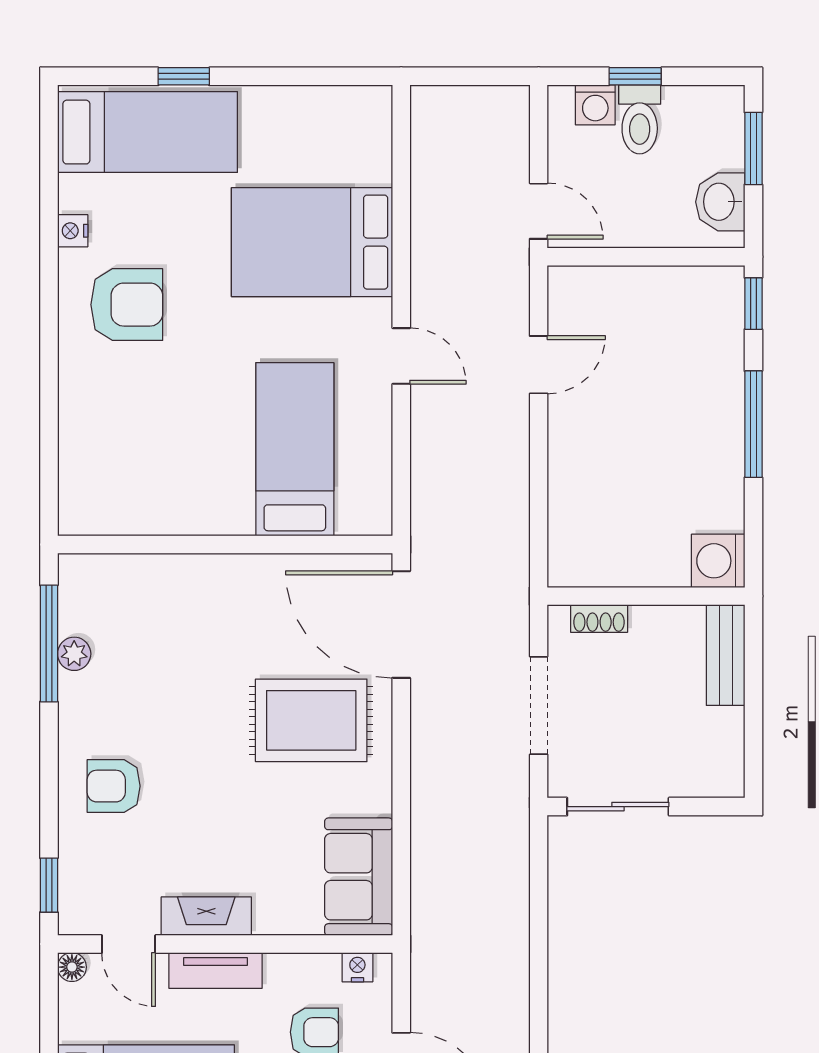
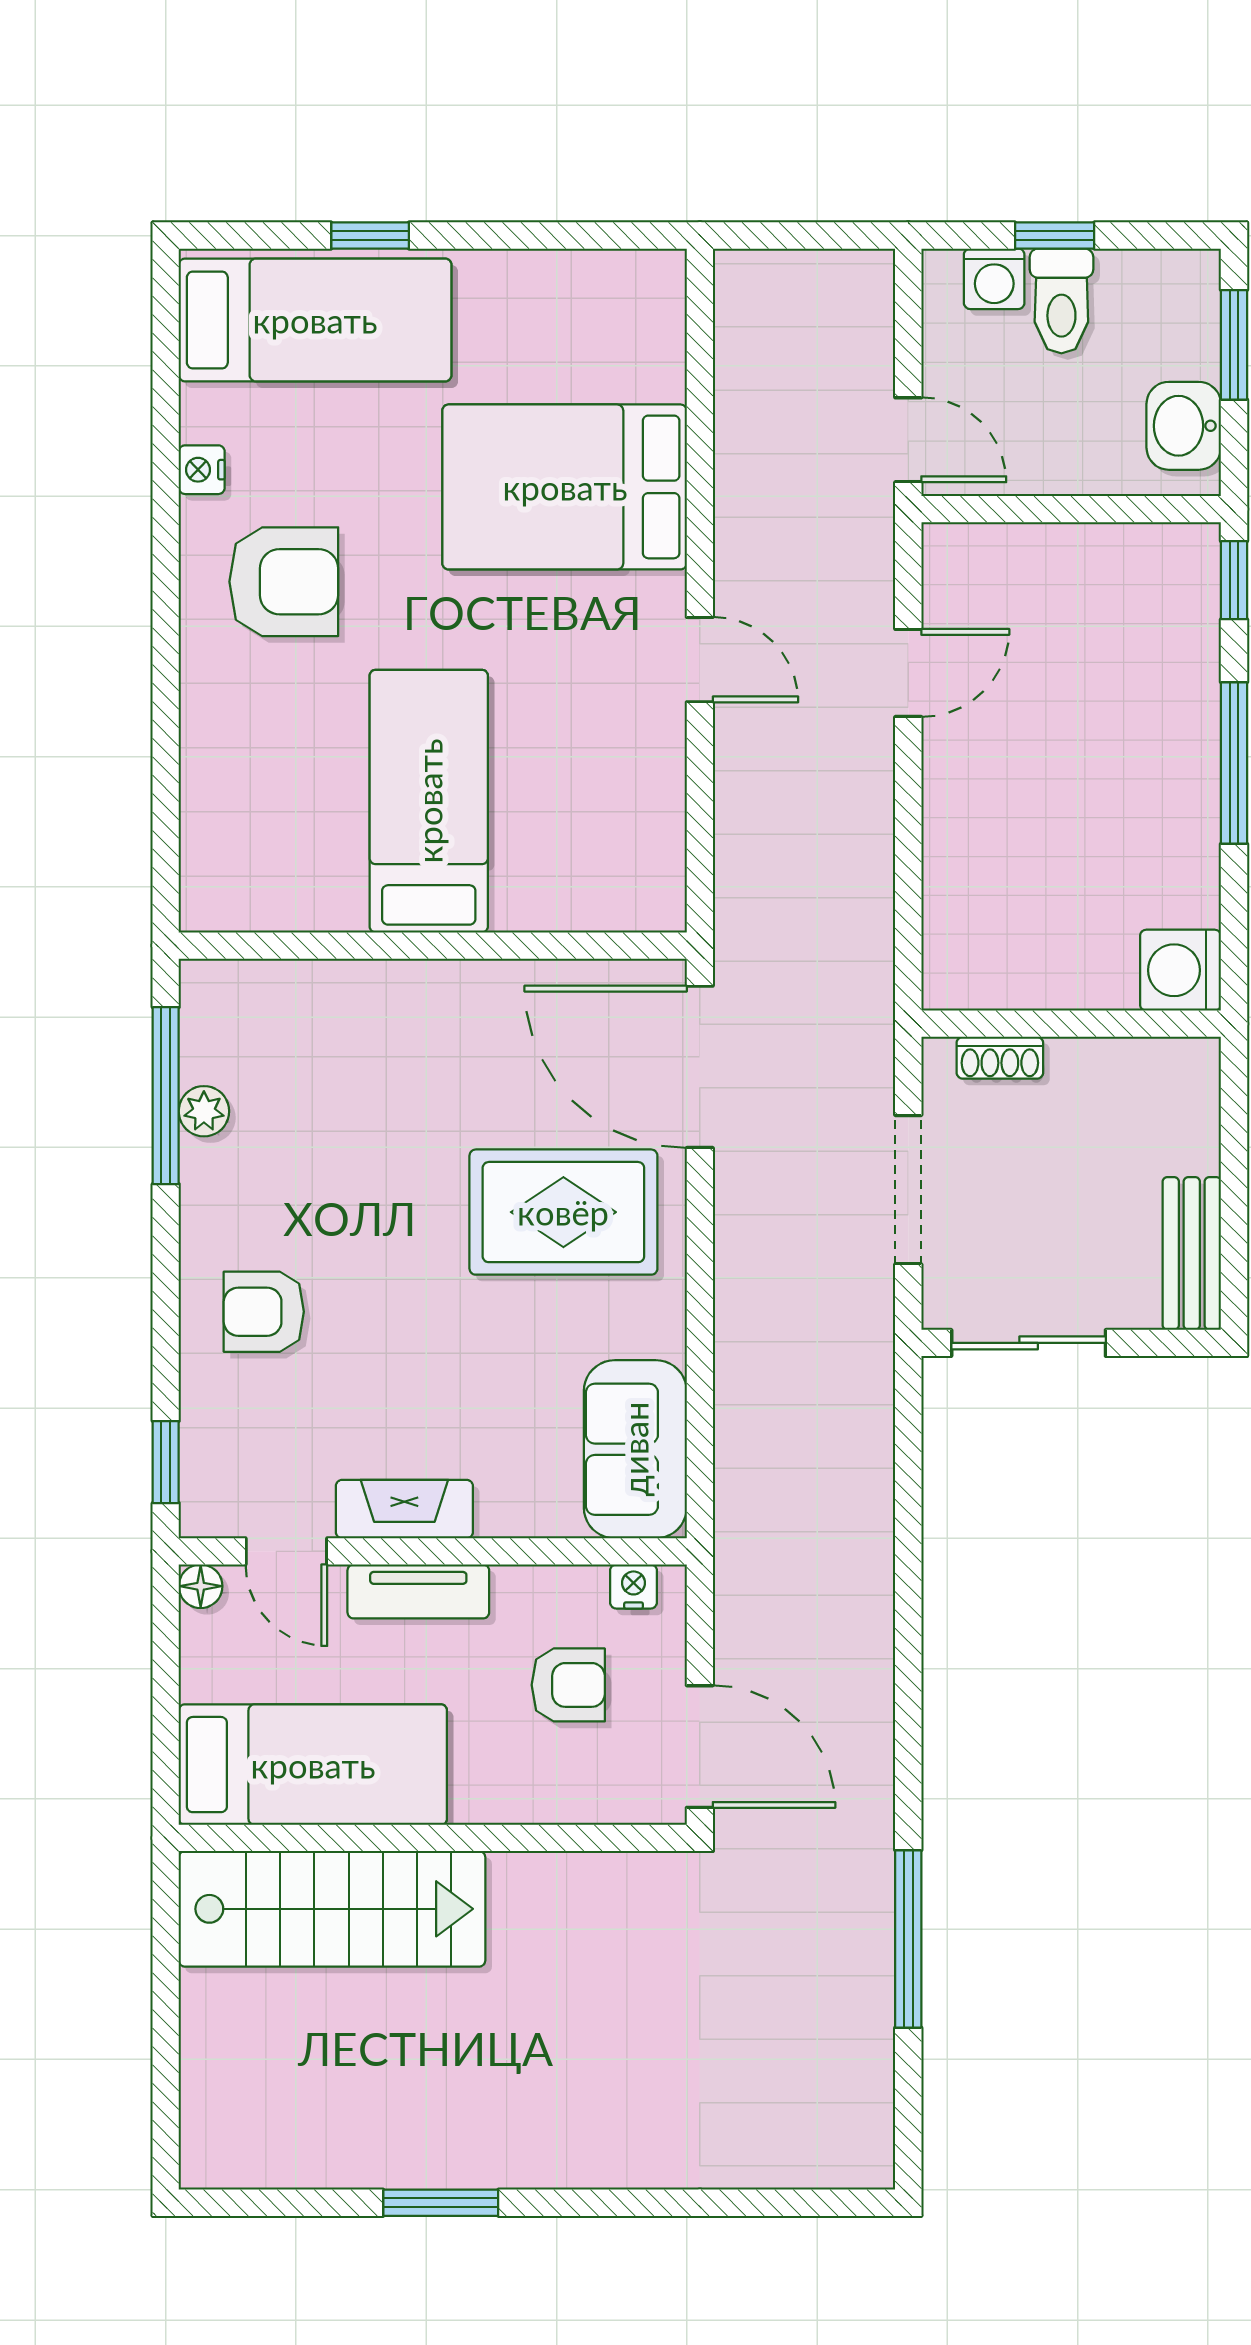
bed: (295, 449) -> (429, 801), moved
bench: (726, 655) -> (1192, 1253), moved

